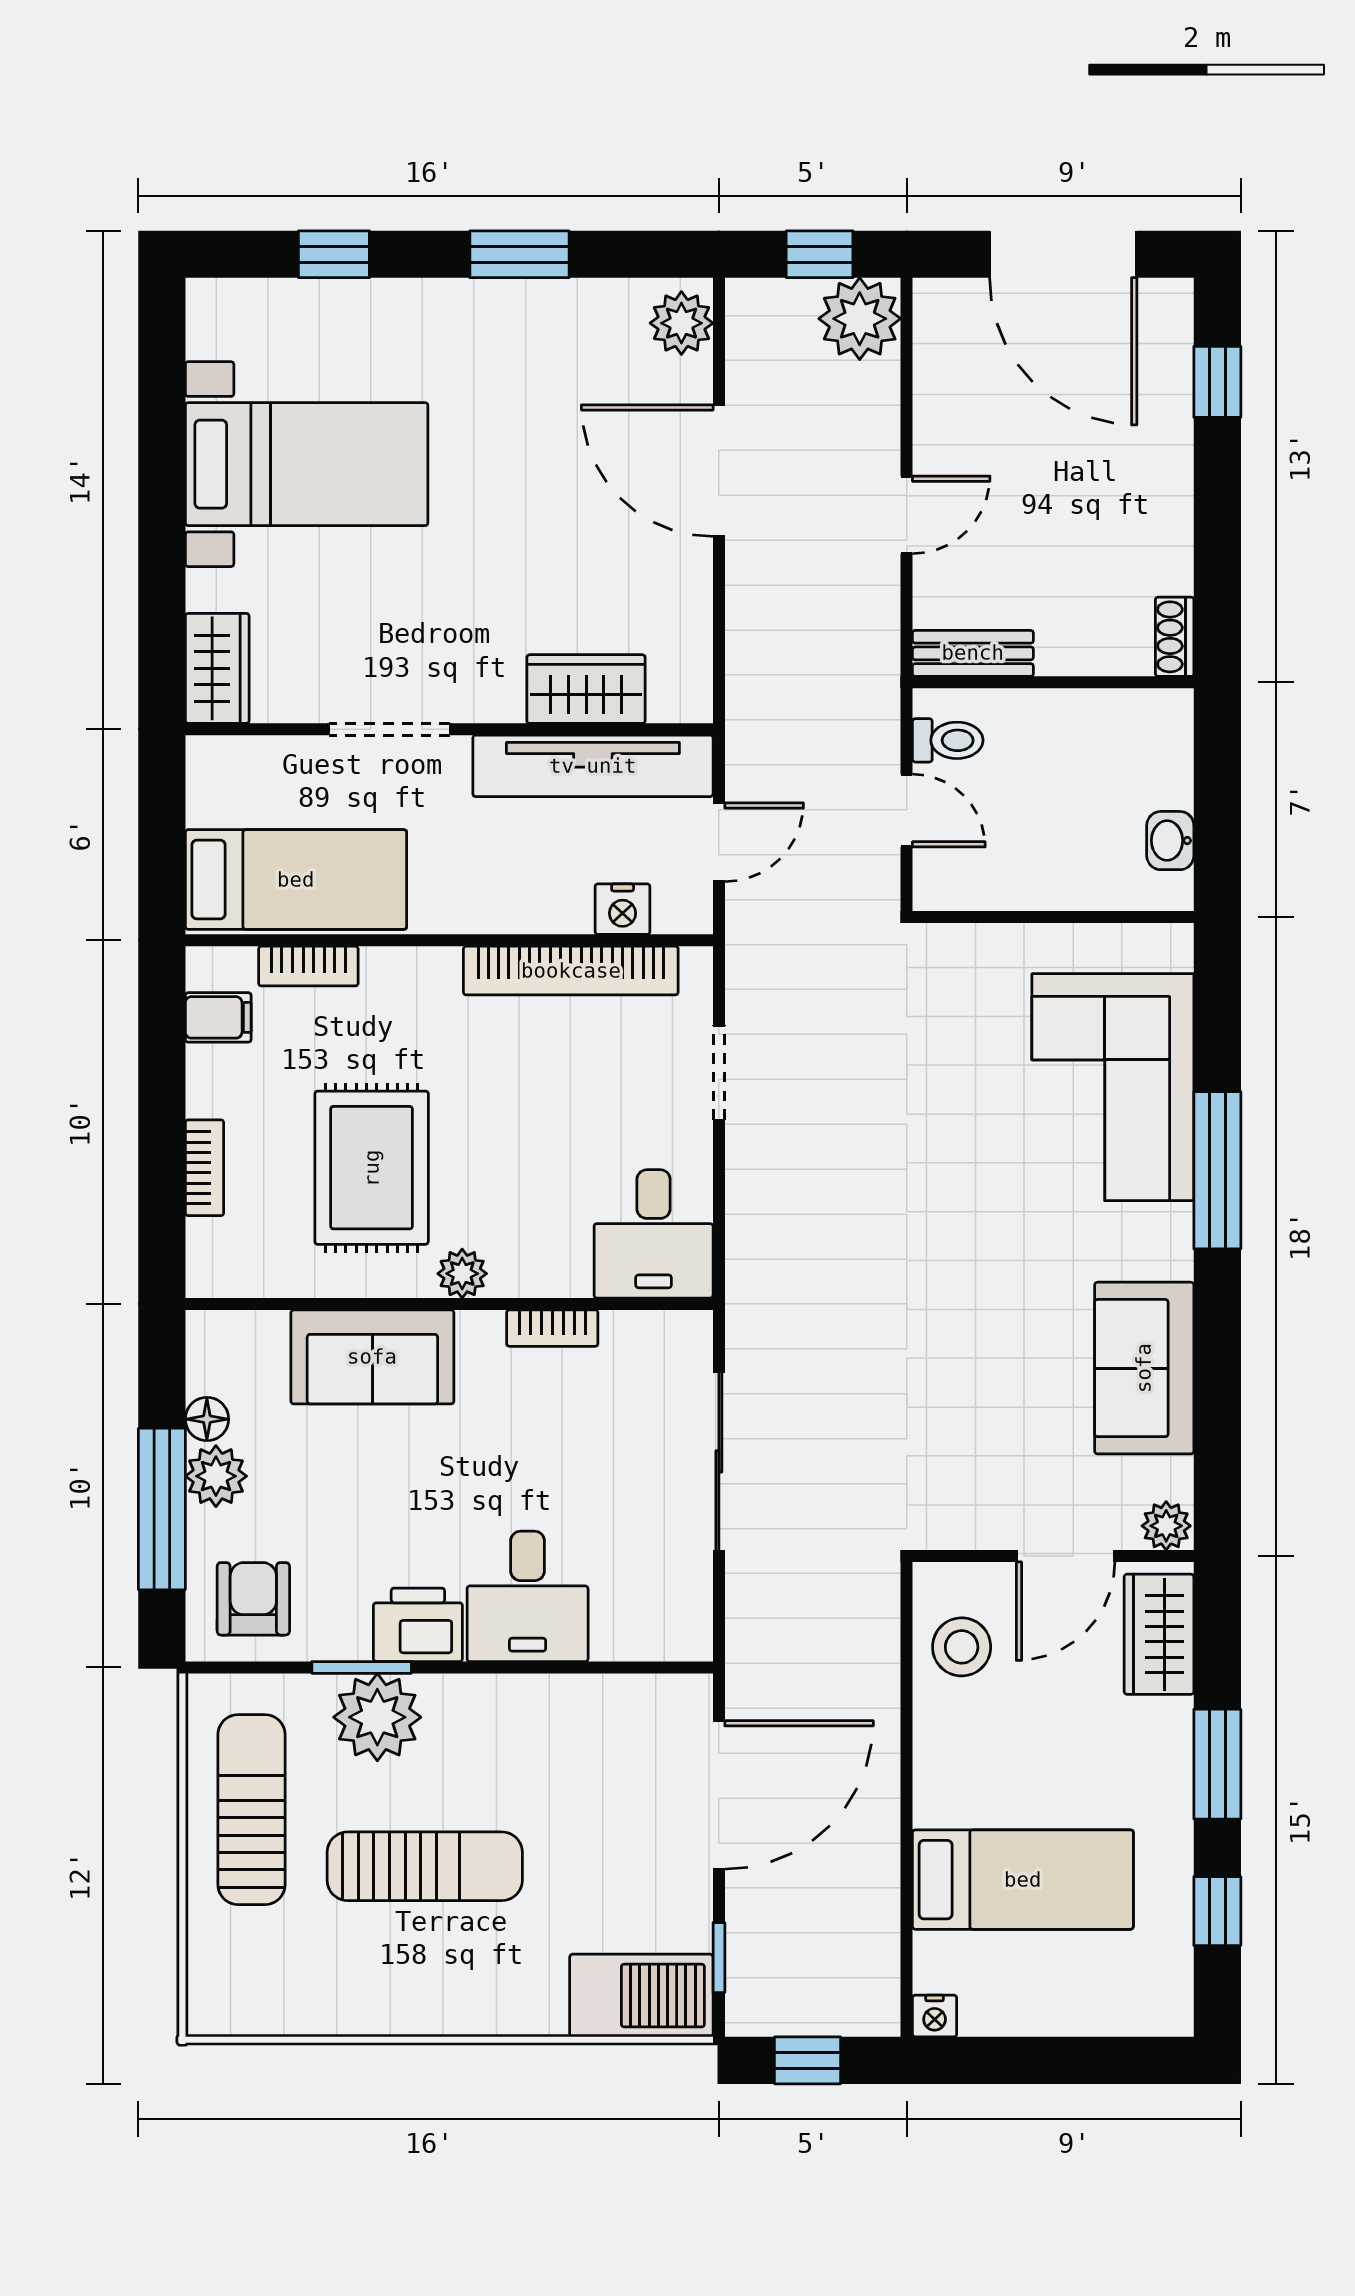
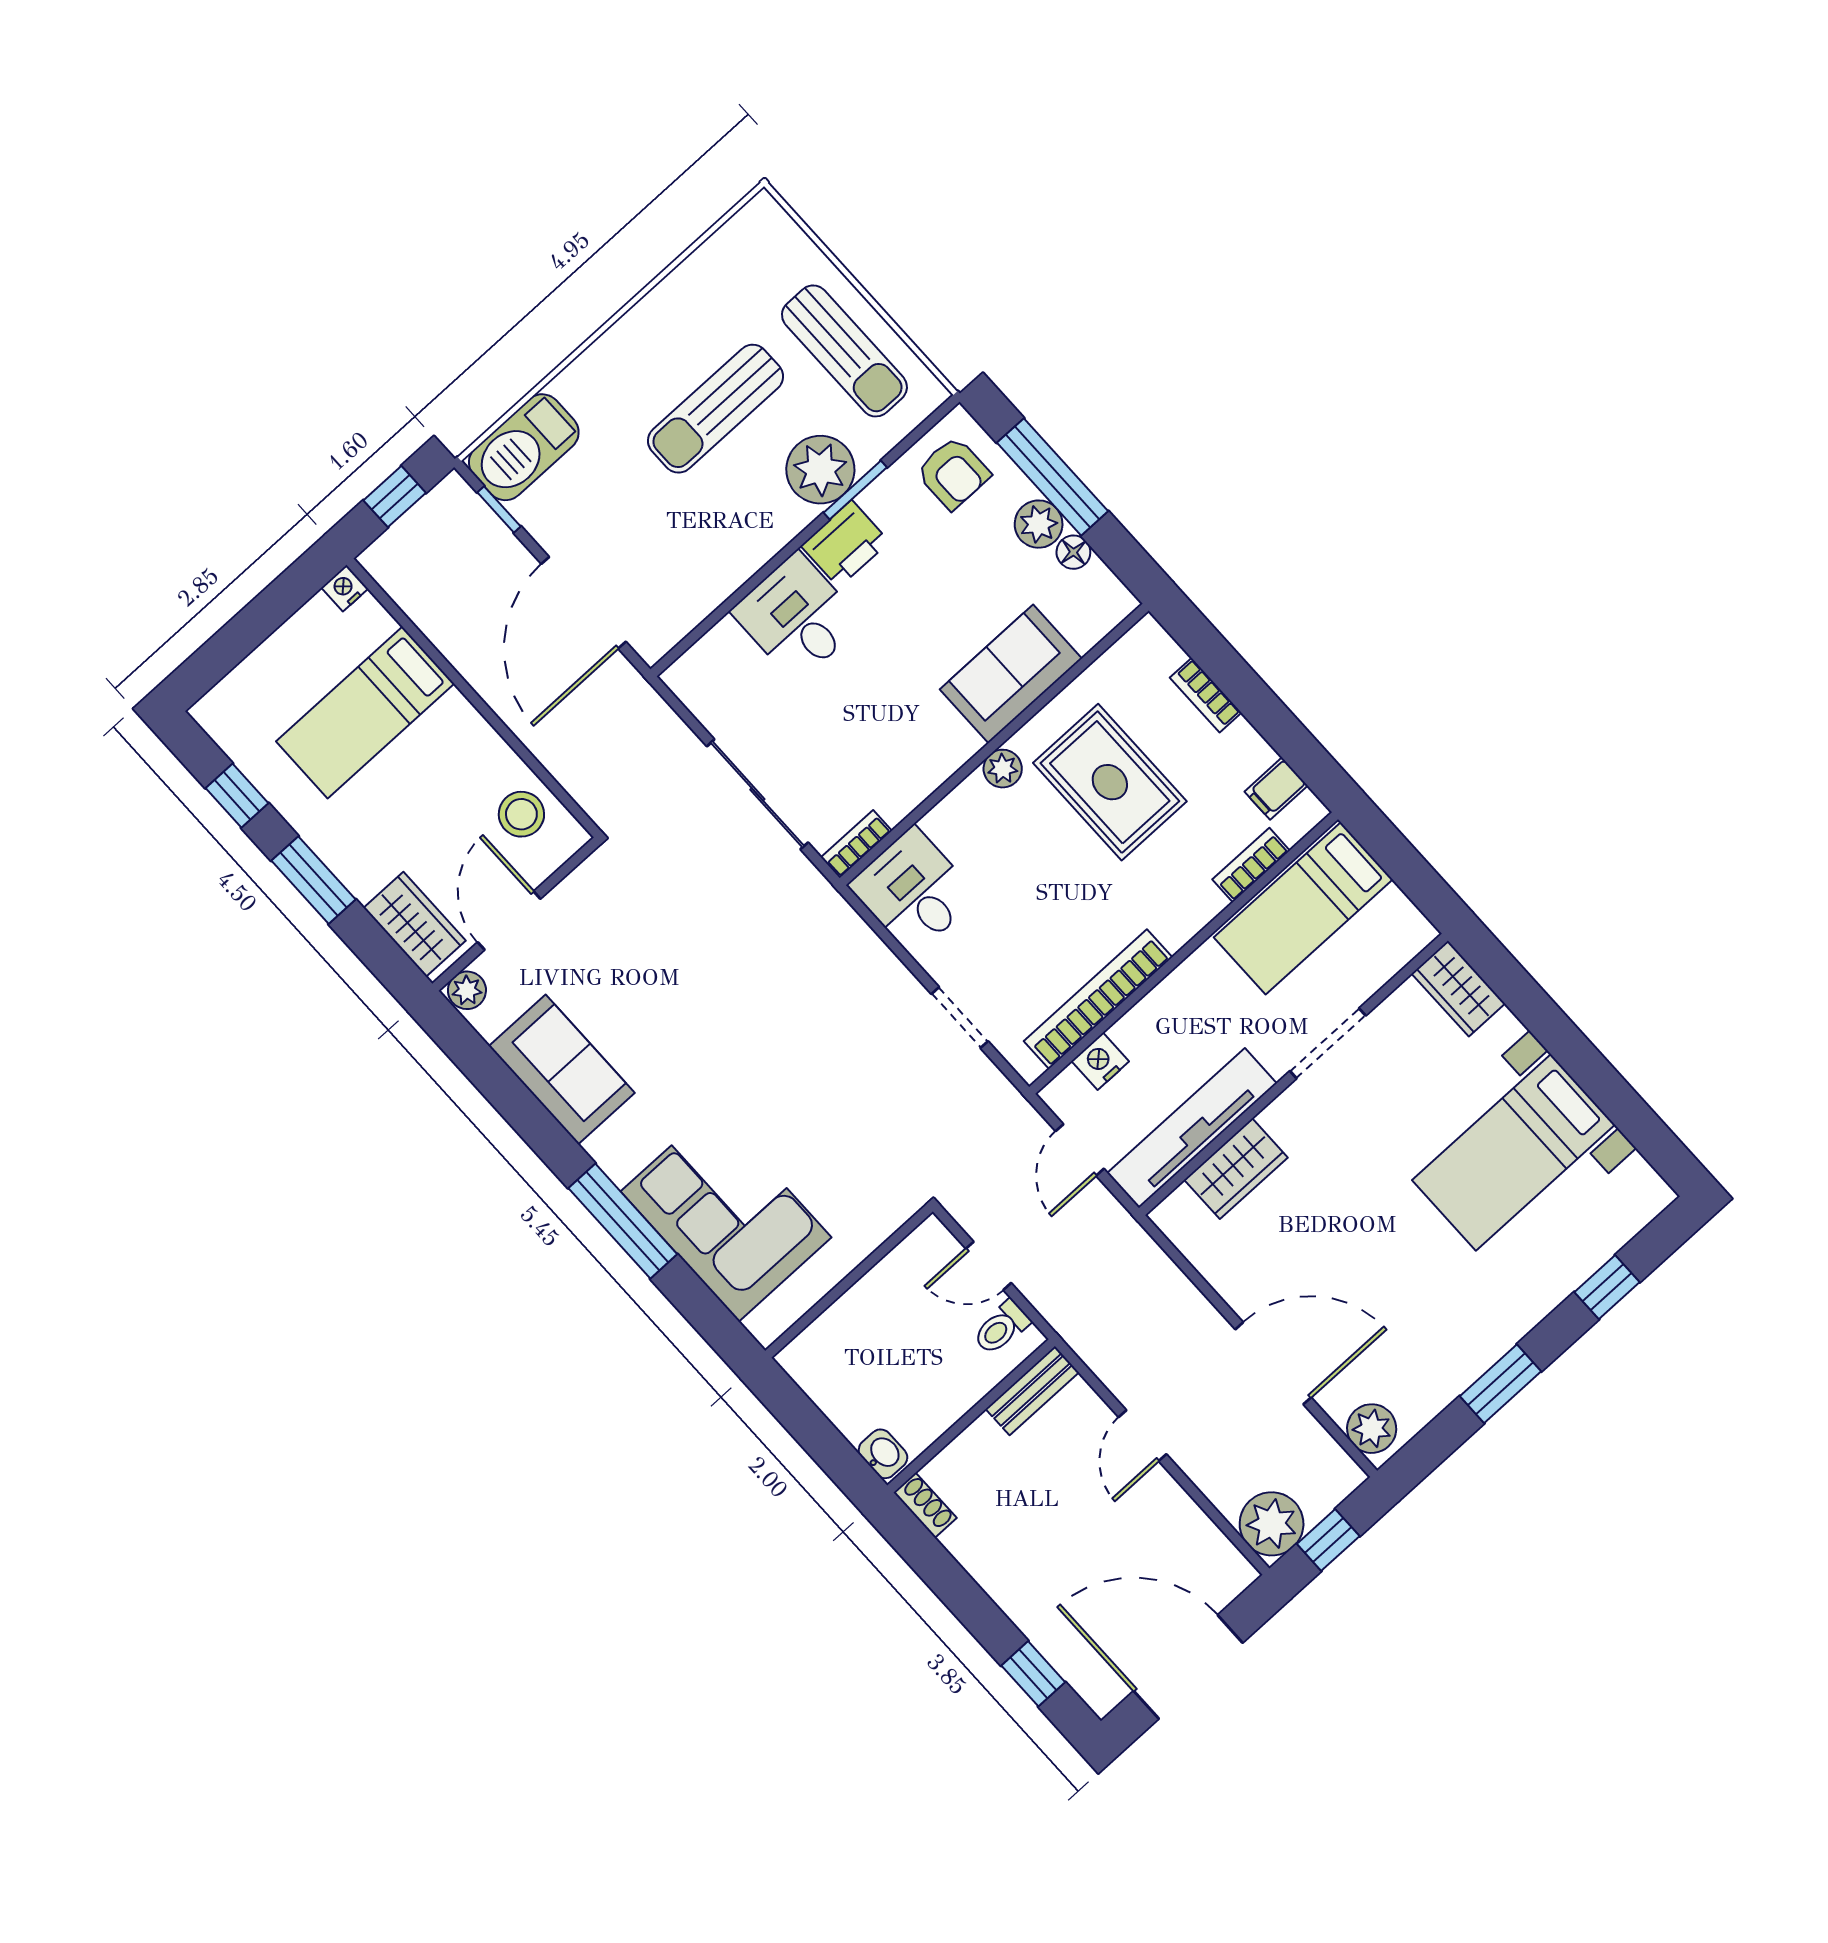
washbasin: (1170, 841) -> (883, 1454), moved
bookcase: (552, 1328) -> (856, 844), moved

